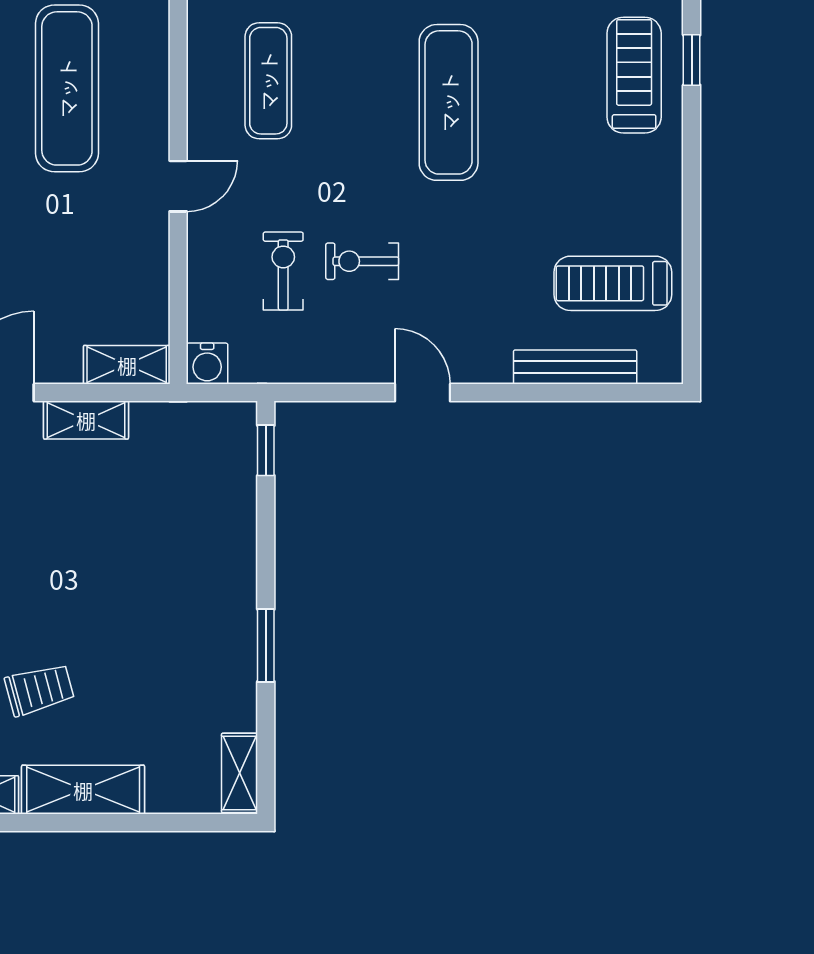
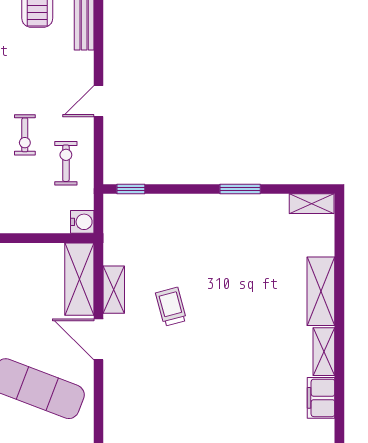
exercise bike: (283, 271) -> (66, 163), moved, turned 90
shelving: (127, 365) -> (79, 279), width x1.50, depth x1.33
trolley: (39, 690) -> (171, 307), moved

